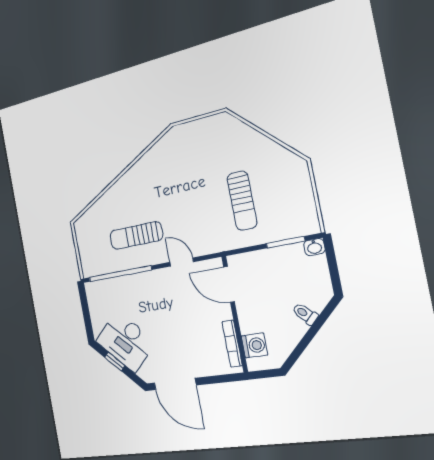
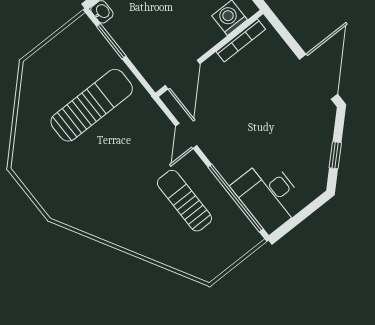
sun lounger: (242, 201) -> (92, 105), width x1.36, depth x1.34
sun lounger: (136, 235) -> (184, 201), turned 180
desk: (126, 341) -> (269, 195), moved, turned 134

